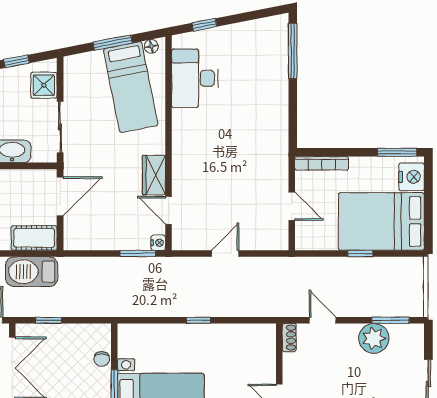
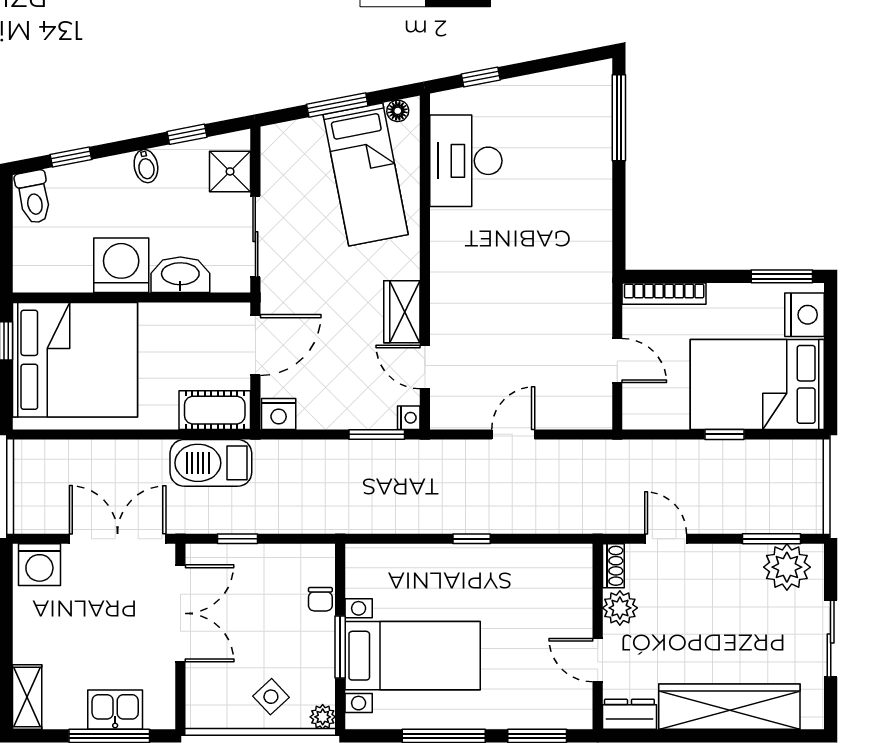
nightstand: (75, 240) -> (279, 414), added
plant: (374, 338) -> (787, 567), moved
plant: (293, 365) -> (620, 608), added

